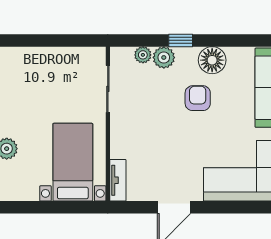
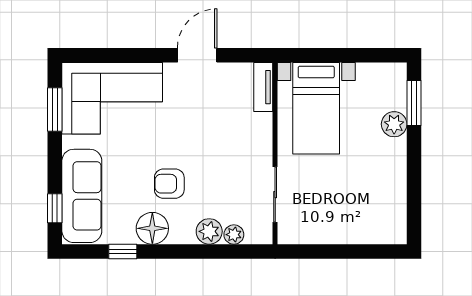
window: (181, 40) -> (123, 252), moved
armchair: (198, 98) -> (169, 184), turned 90

